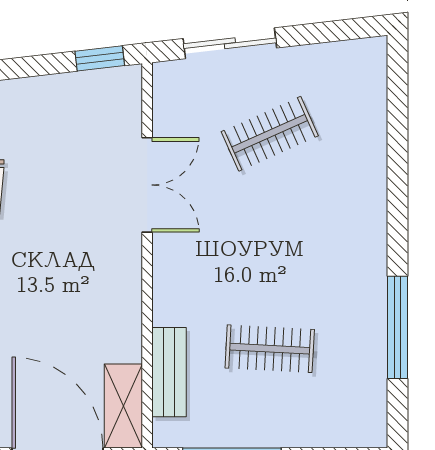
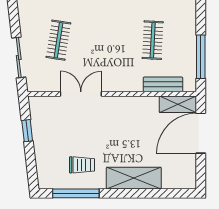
window: (100, 58) -> (27, 131), moved
clothes rail: (270, 134) -> (58, 40), turned 33

